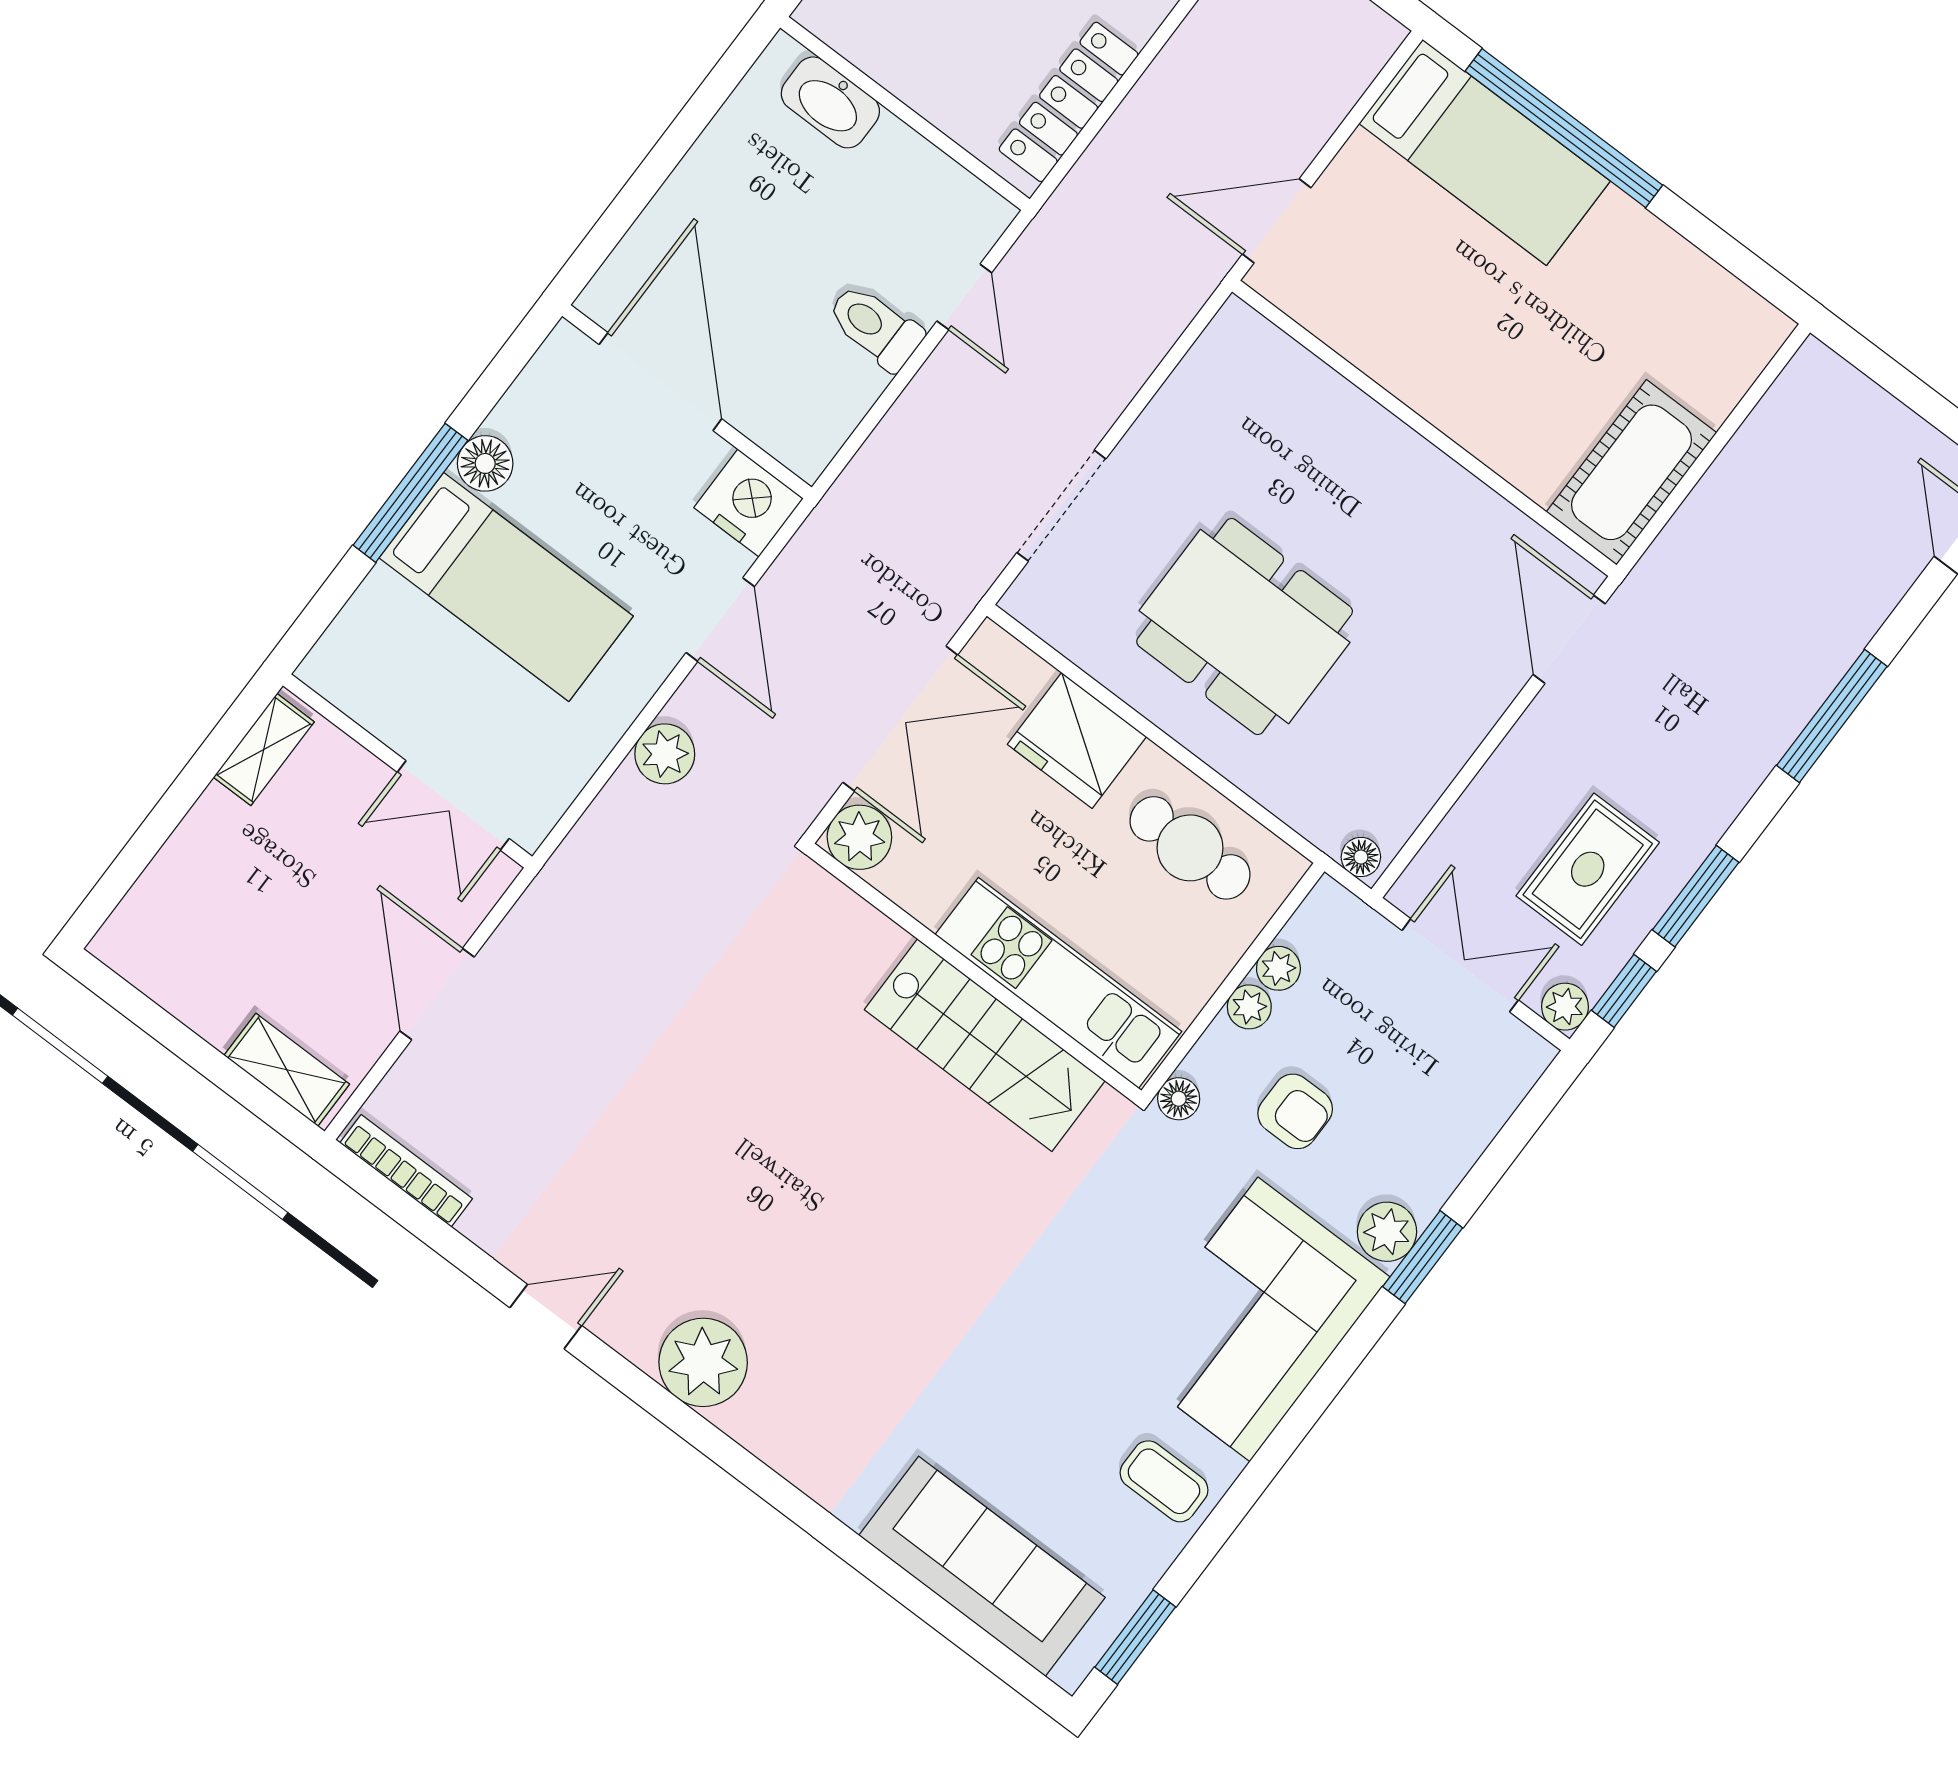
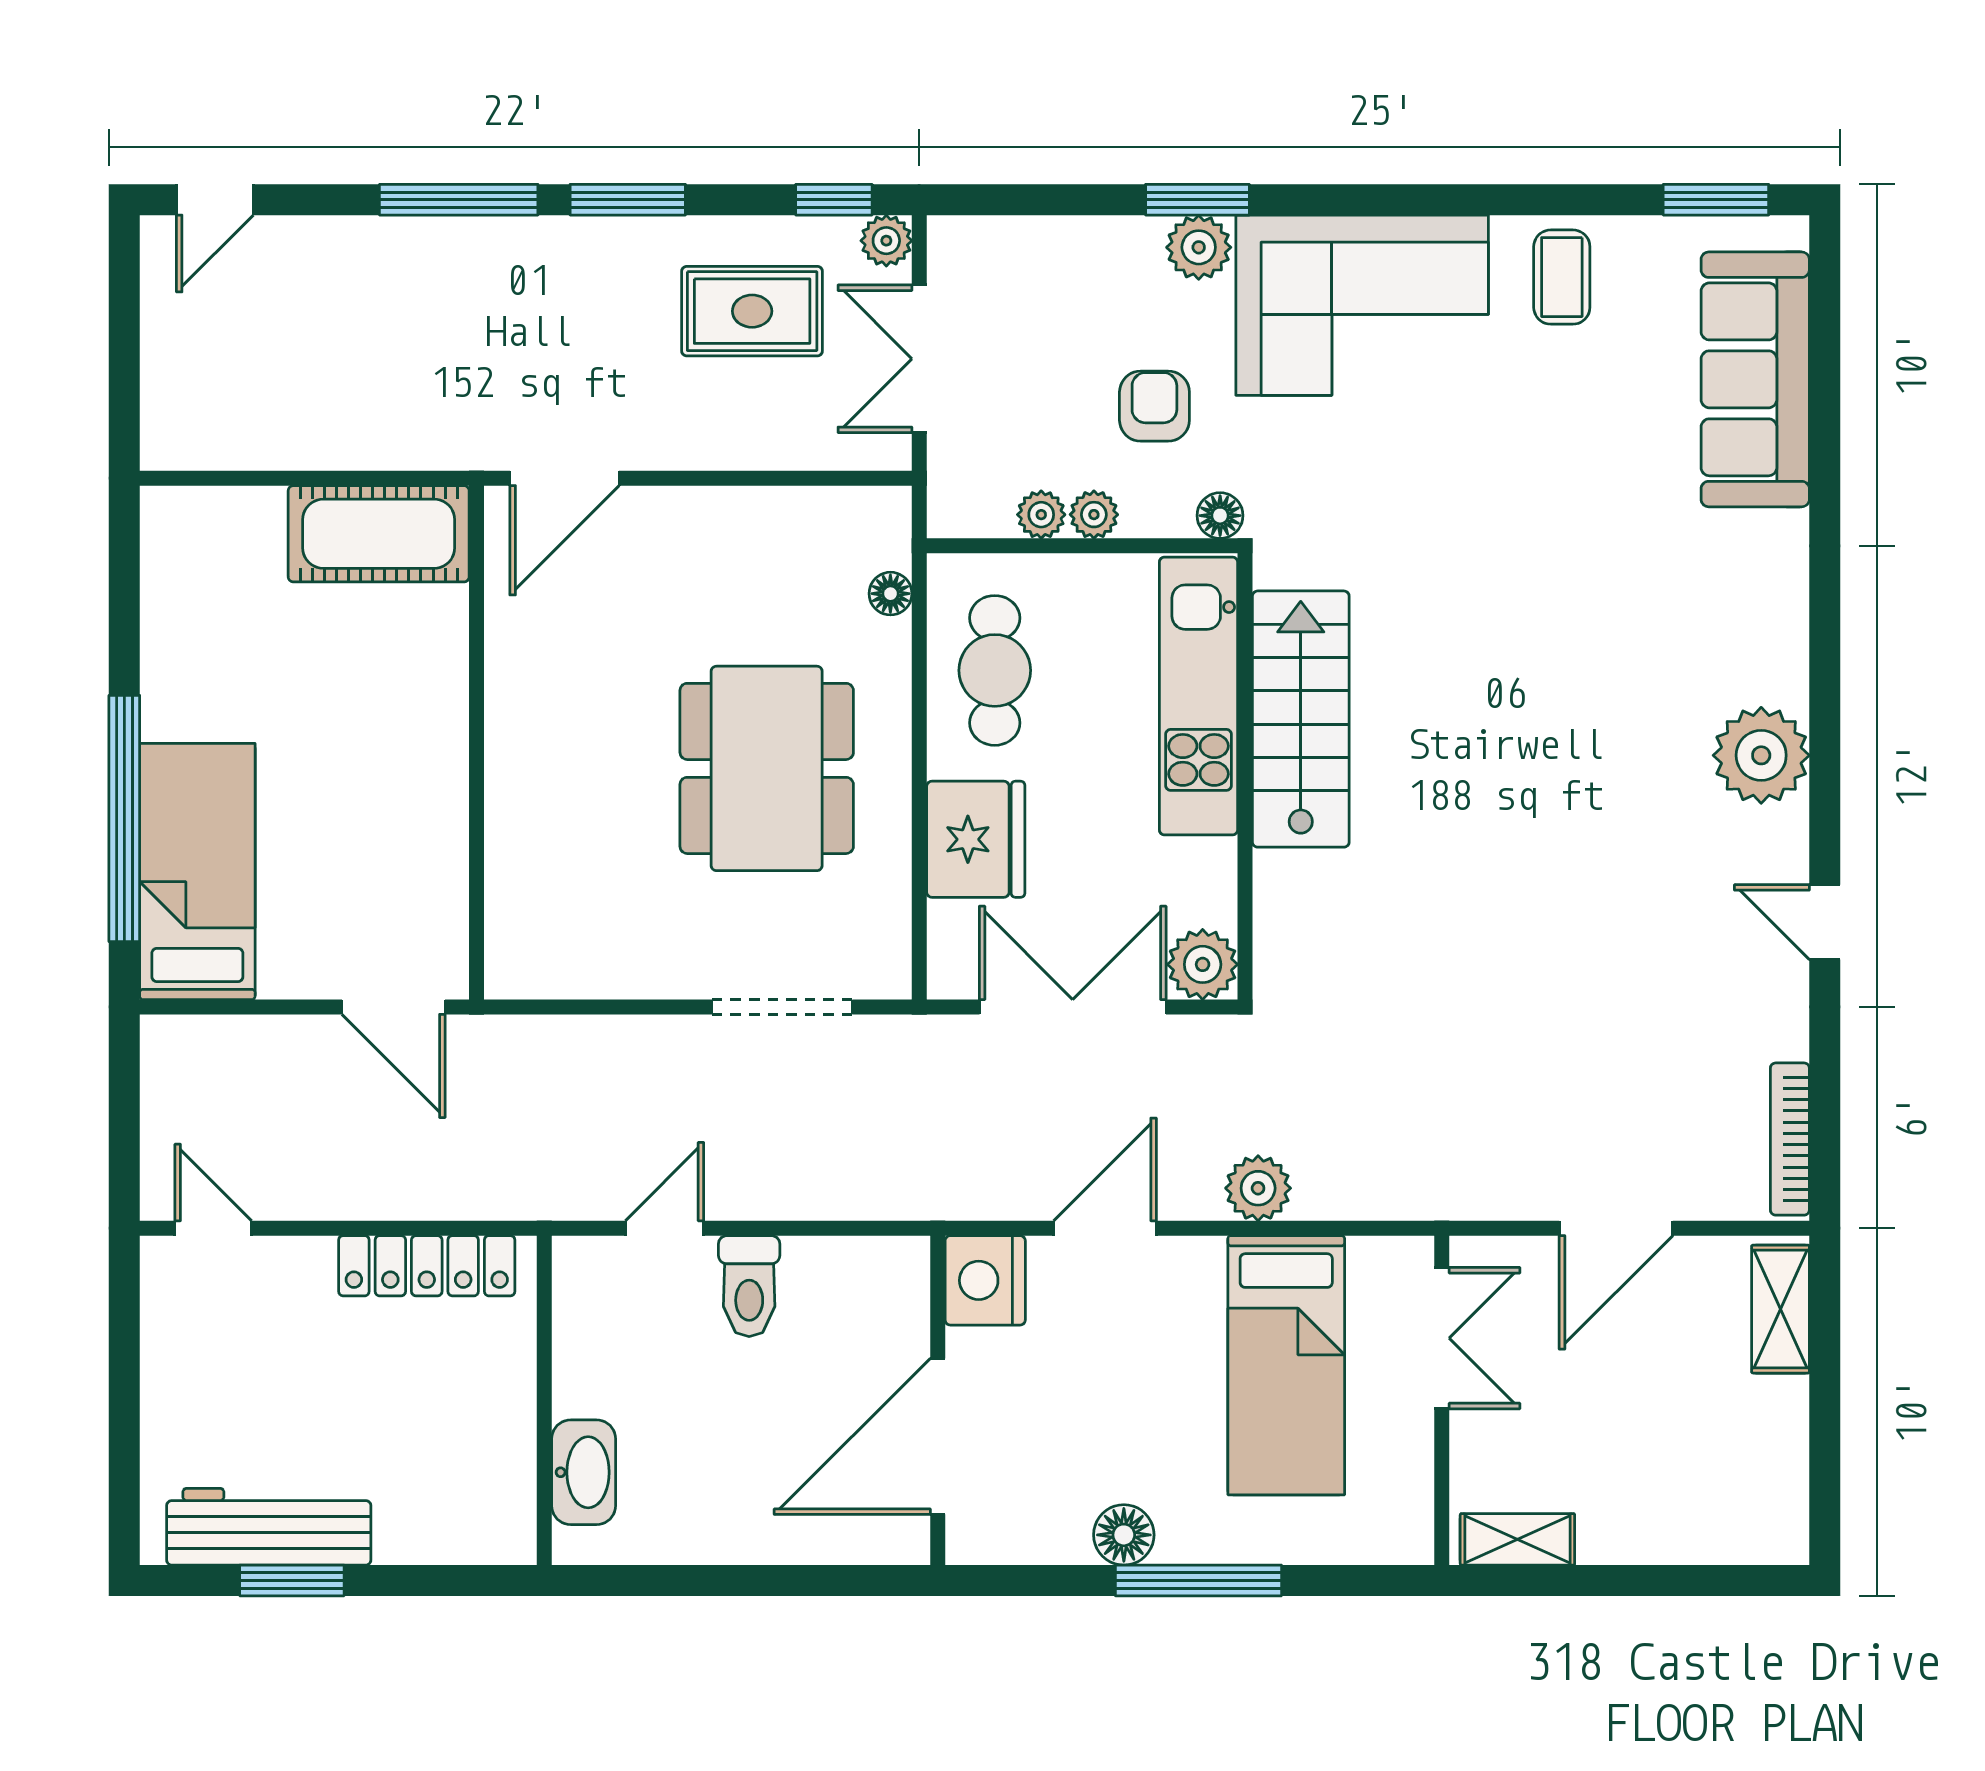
bed: (506, 587) -> (1286, 1365), moved, turned 180
floor lamp: (1361, 857) -> (890, 594), moved
window: (1696, 896) -> (628, 200), moved

